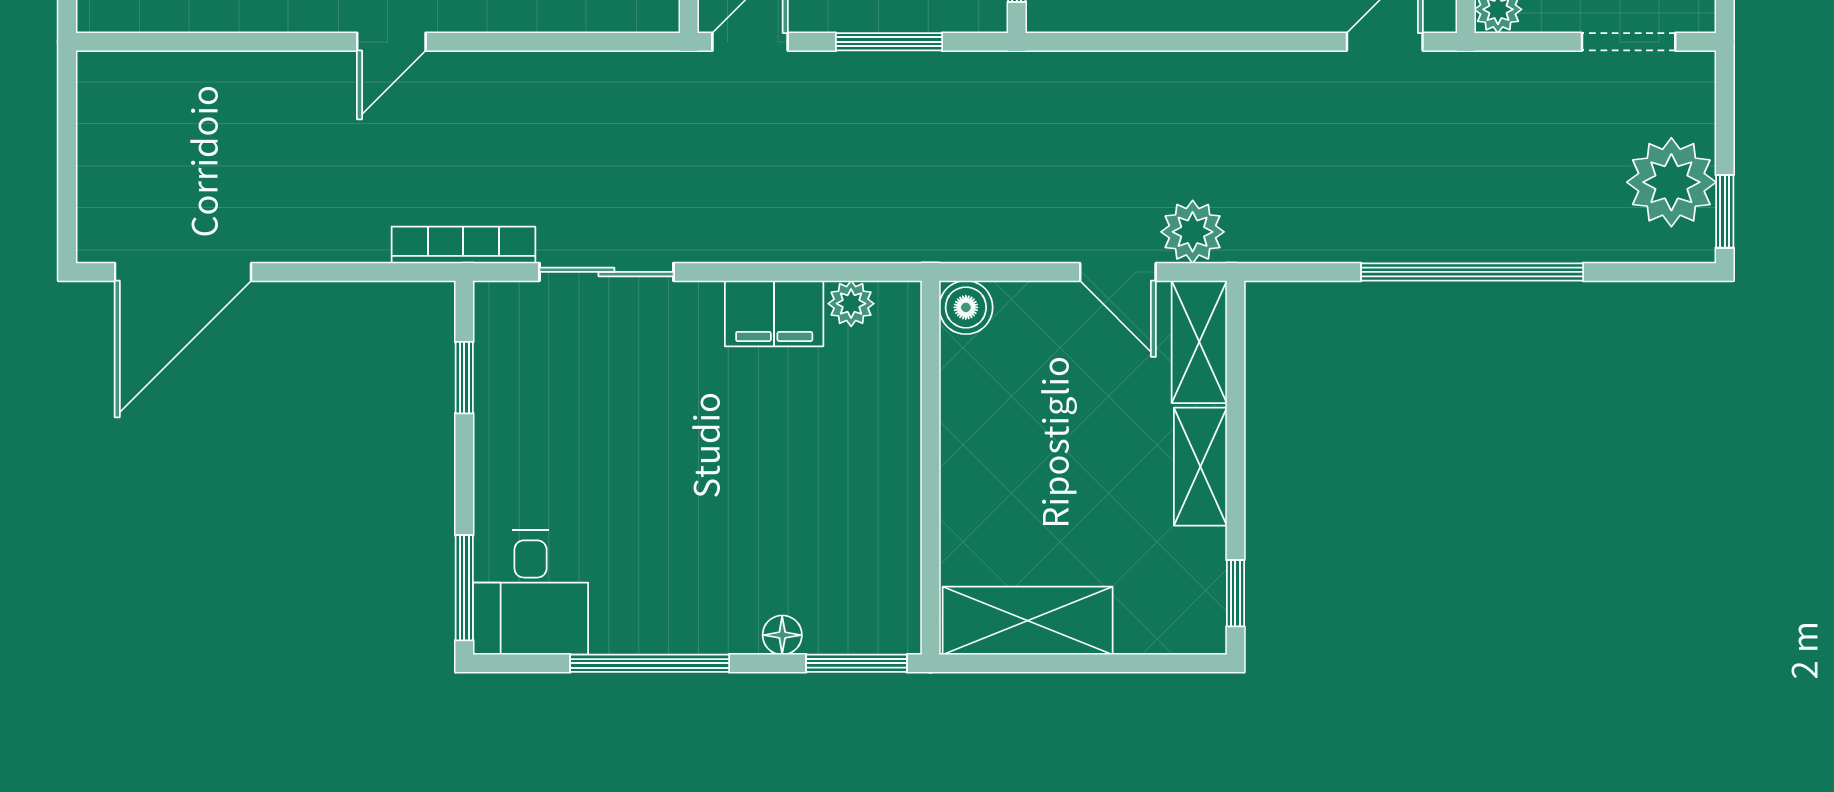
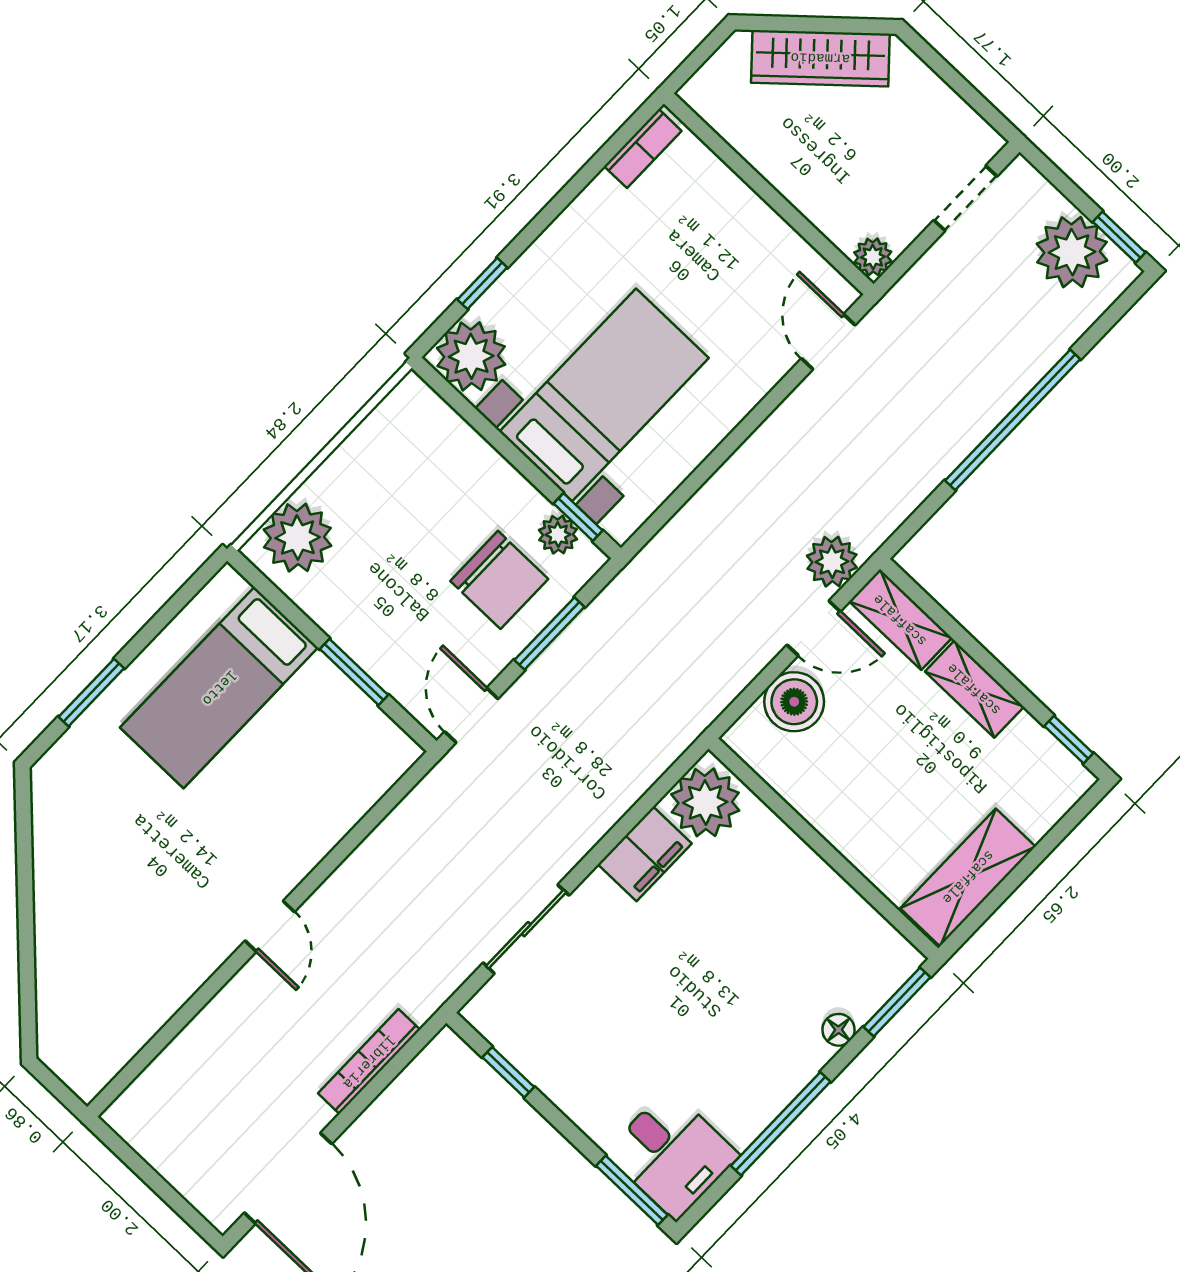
bookcase: (463, 245) -> (369, 1062), moved
plant: (851, 304) -> (705, 802), width x1.88, depth x1.88
boiler: (966, 307) -> (794, 702), moved, width x1.36, depth x1.36

